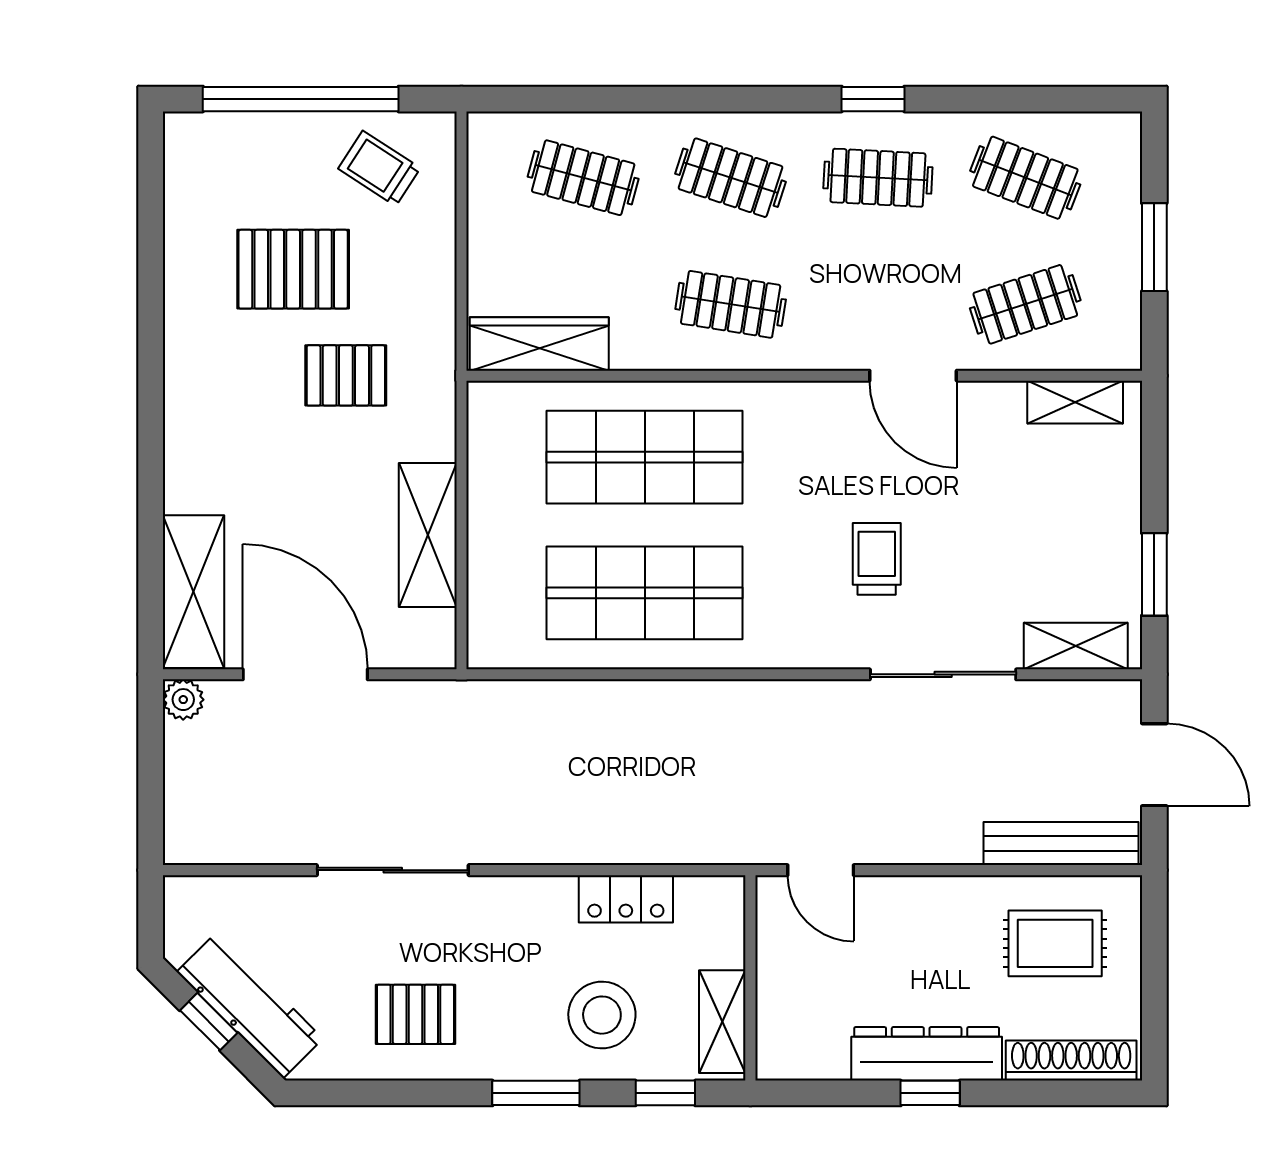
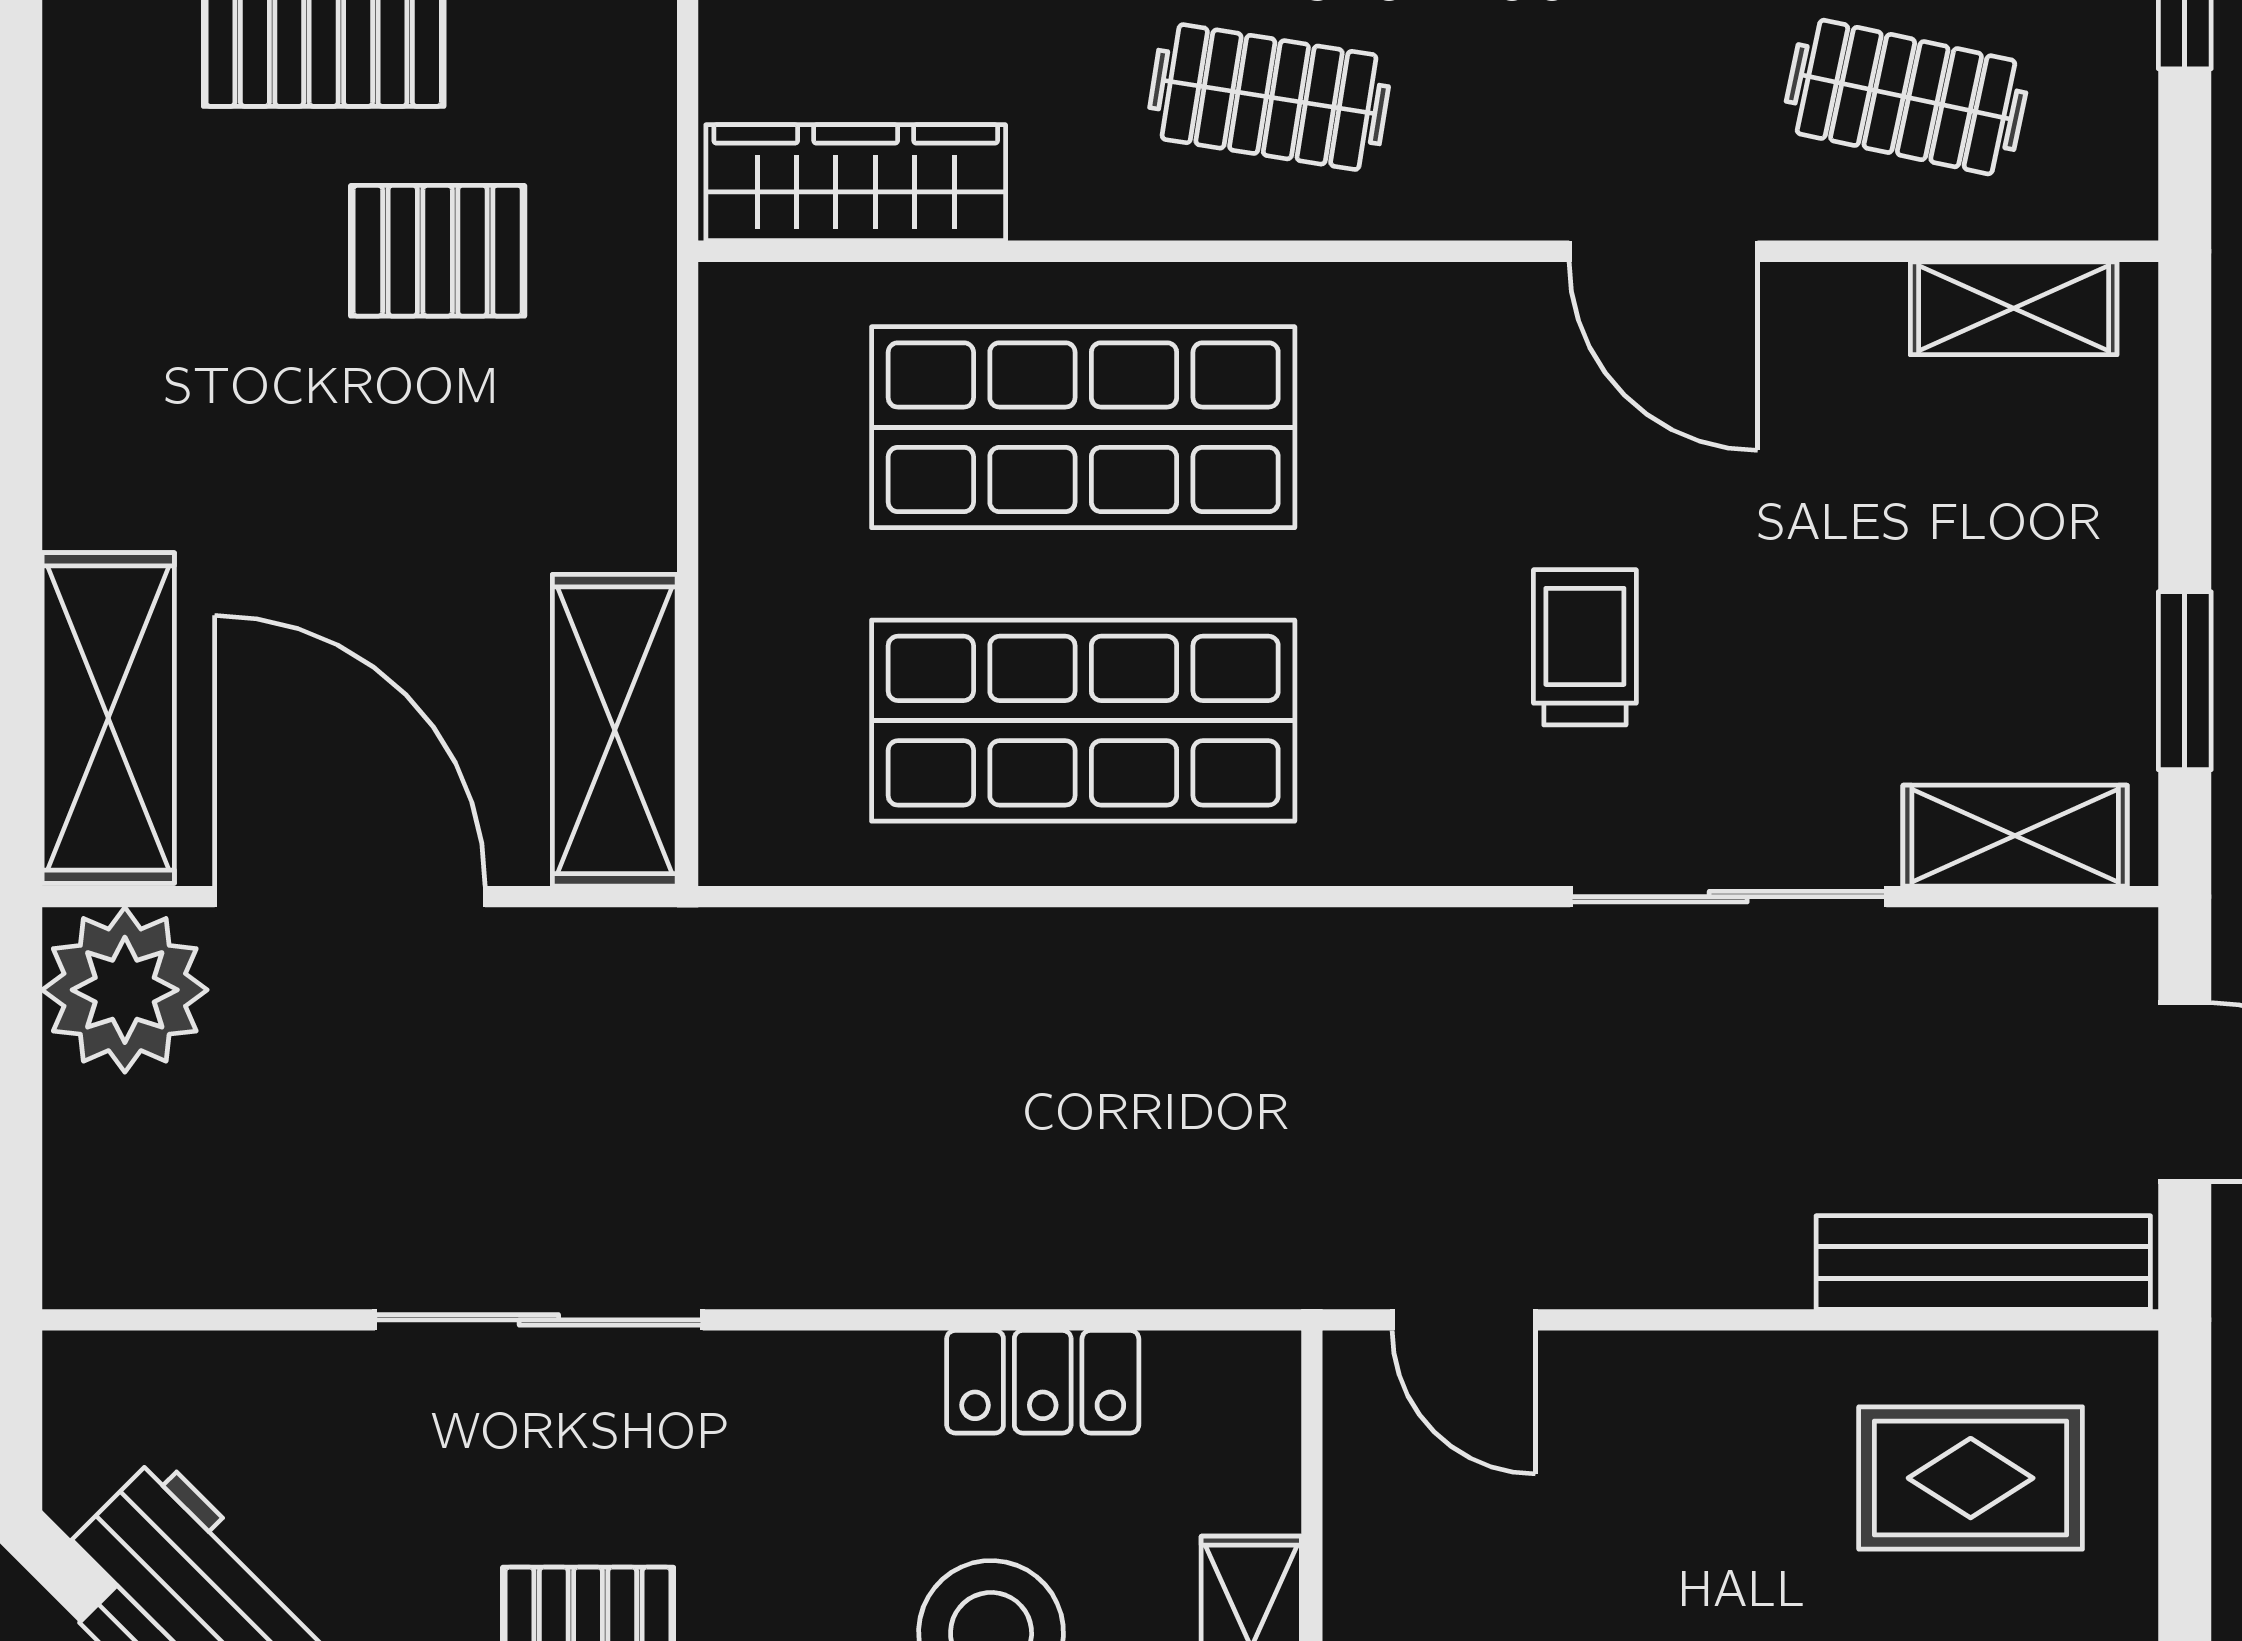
clothes rail: (1025, 304) -> (1906, 97), turned 30
shelving: (428, 535) -> (615, 730), moved
plant: (183, 700) -> (125, 990), width x1.88, depth x1.88

